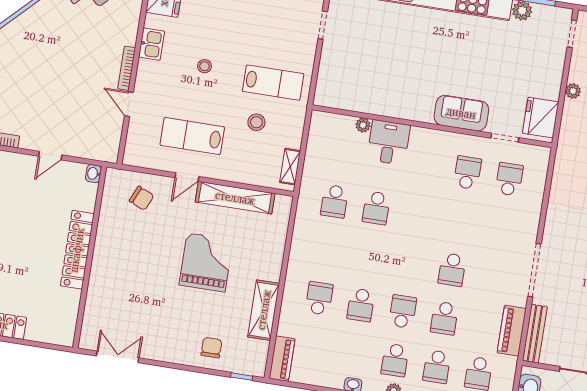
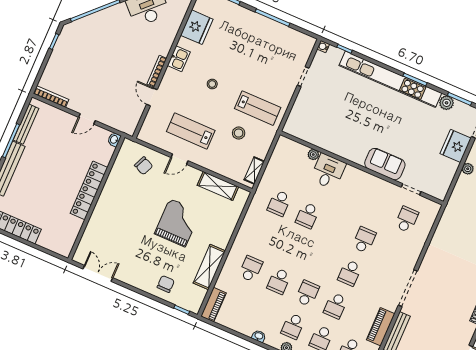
fridge: (541, 118) -> (456, 146), moved
school desk: (467, 173) -> (364, 240), moved
shelving: (235, 198) -> (218, 186), width x0.68

